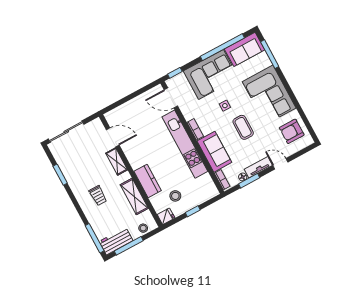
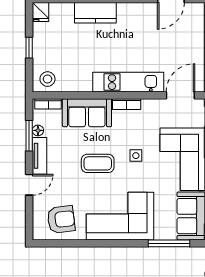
armchair: (292, 131) -> (61, 219), turned 83
kitchen unit: (185, 144) -> (128, 82), width x0.73
stool: (175, 196) -> (47, 79), moved

